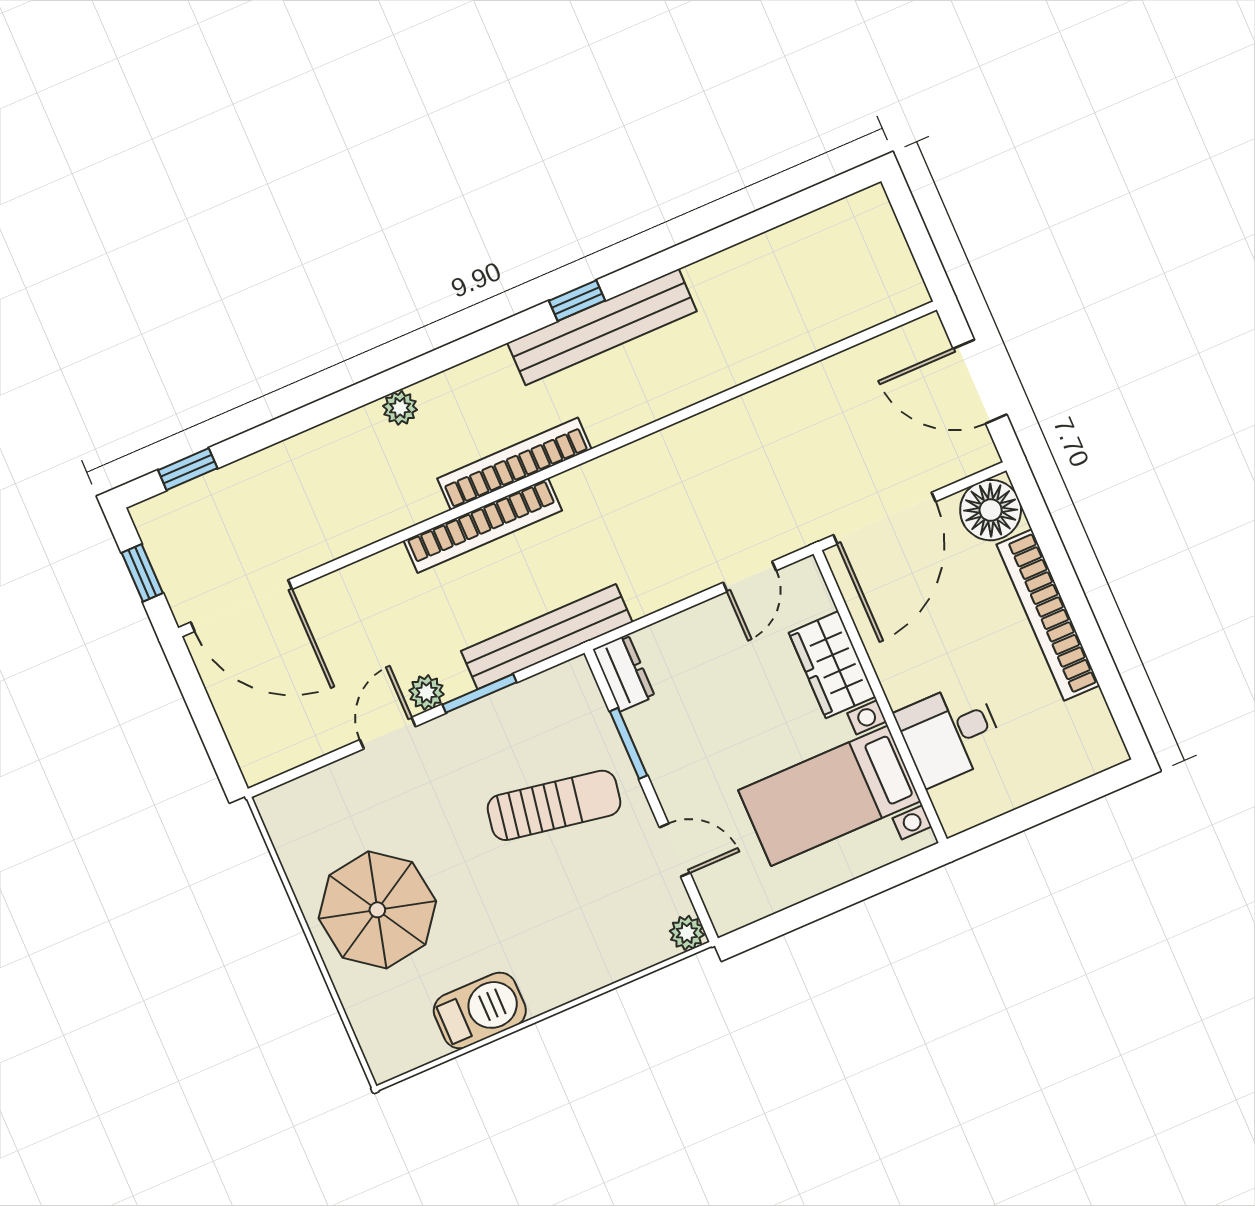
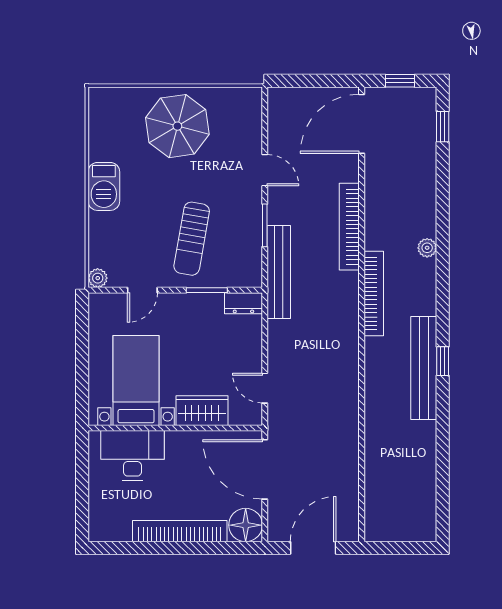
bookcase: (483, 525) -> (349, 227), moved
plant: (426, 692) -> (277, 199), removed
desk: (950, 734) -> (132, 455), width x1.37
barbecue: (480, 1010) -> (104, 186), moved

